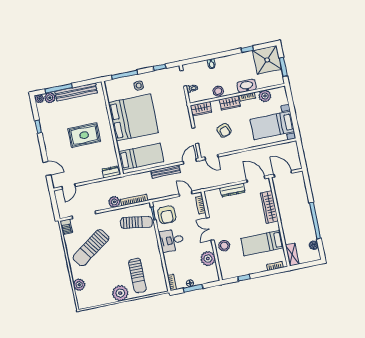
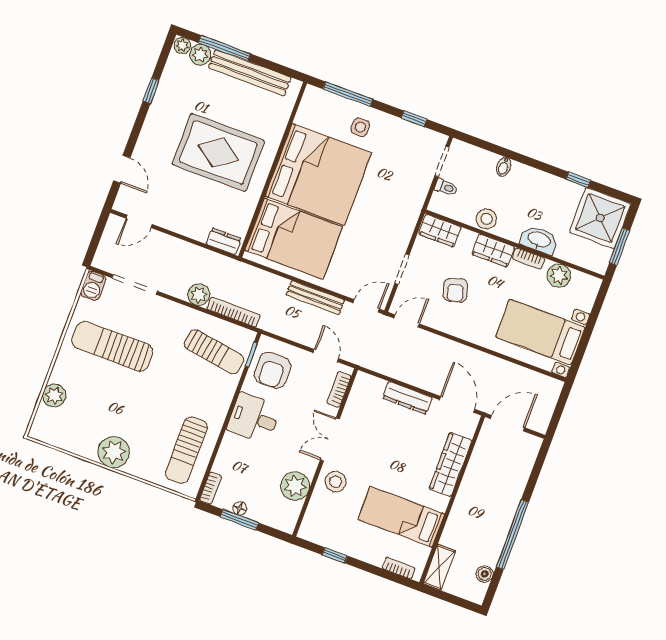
rug: (84, 135) -> (218, 153), width x1.37, depth x1.44
bed: (141, 157) -> (294, 239), width x1.50
door: (211, 157) -> (407, 321), swing flipped
door: (283, 174) -> (508, 423), hinge flipped
sun lounger: (91, 248) -> (112, 346), turned 35
sun lounger: (138, 276) -> (186, 450), moved

